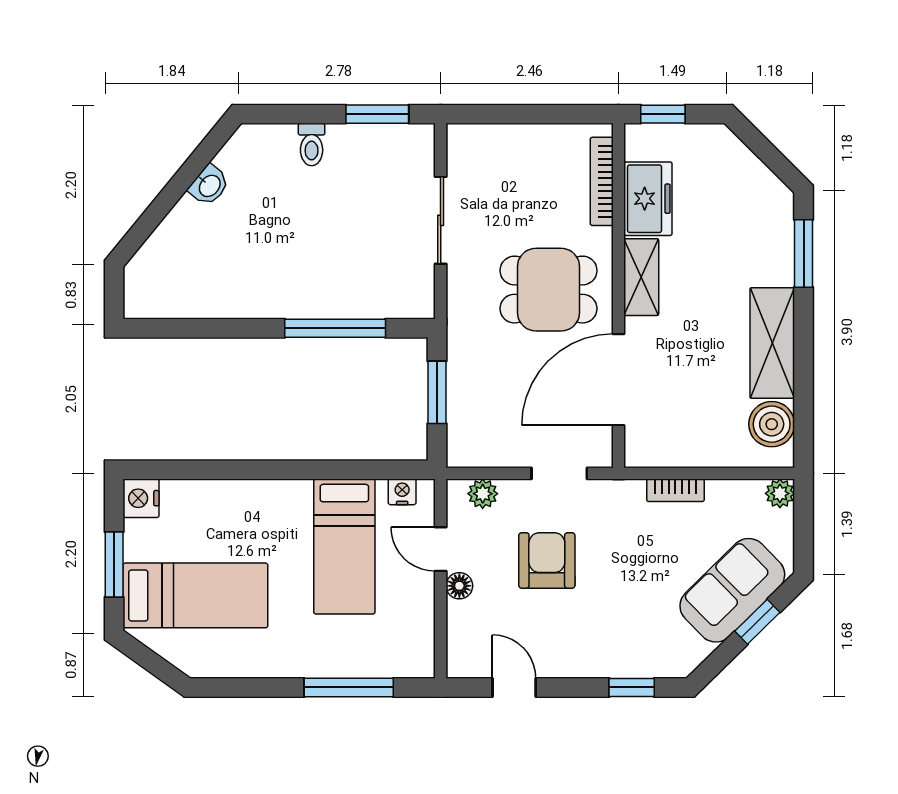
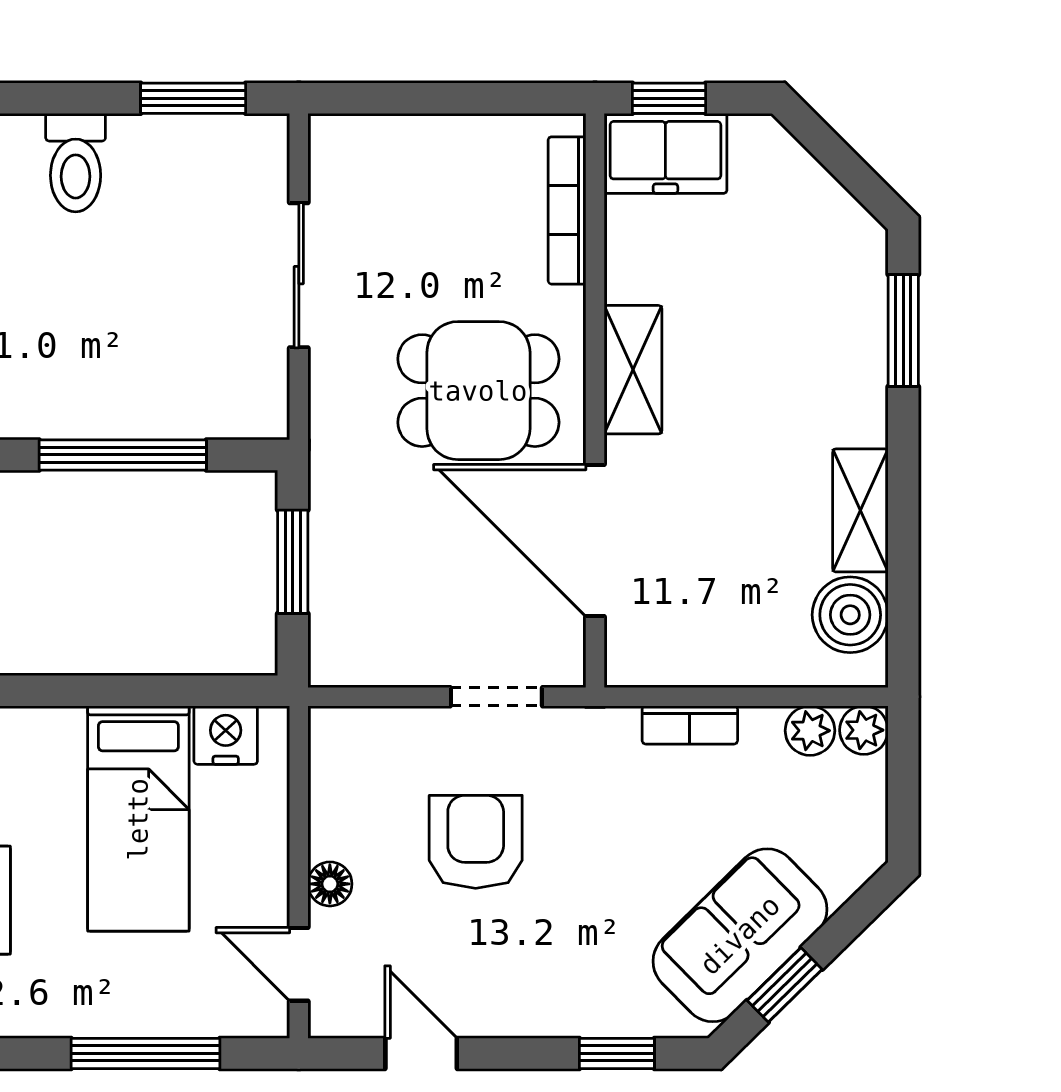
toilet: (312, 145) -> (76, 163), width x1.37, depth x1.39
freezer: (648, 199) -> (665, 153), moved, turned 90
shelving: (772, 343) -> (860, 510), width x0.67, depth x0.75
door: (618, 380) -> (595, 541), hinge flipped
nightstand: (402, 492) -> (226, 735), width x1.39, depth x1.35
plant: (483, 494) -> (810, 731), moved
door: (441, 549) -> (299, 964), moved
sofa: (732, 590) -> (740, 935), moved
window: (757, 622) -> (785, 985), moved

